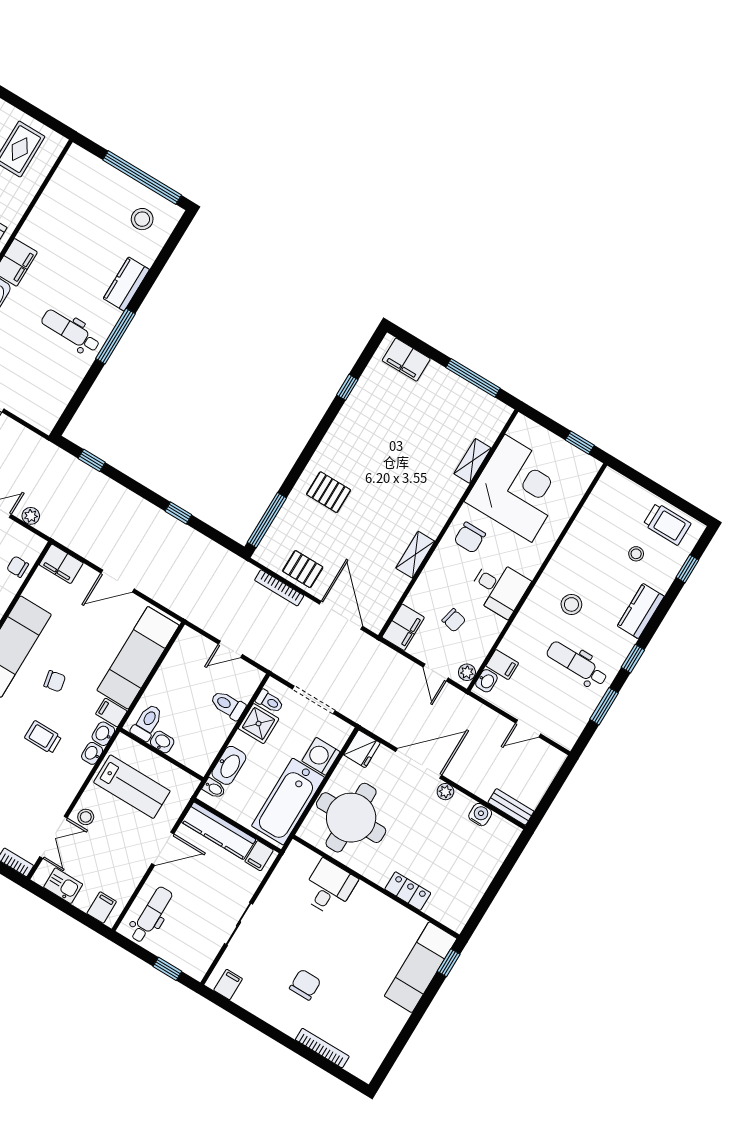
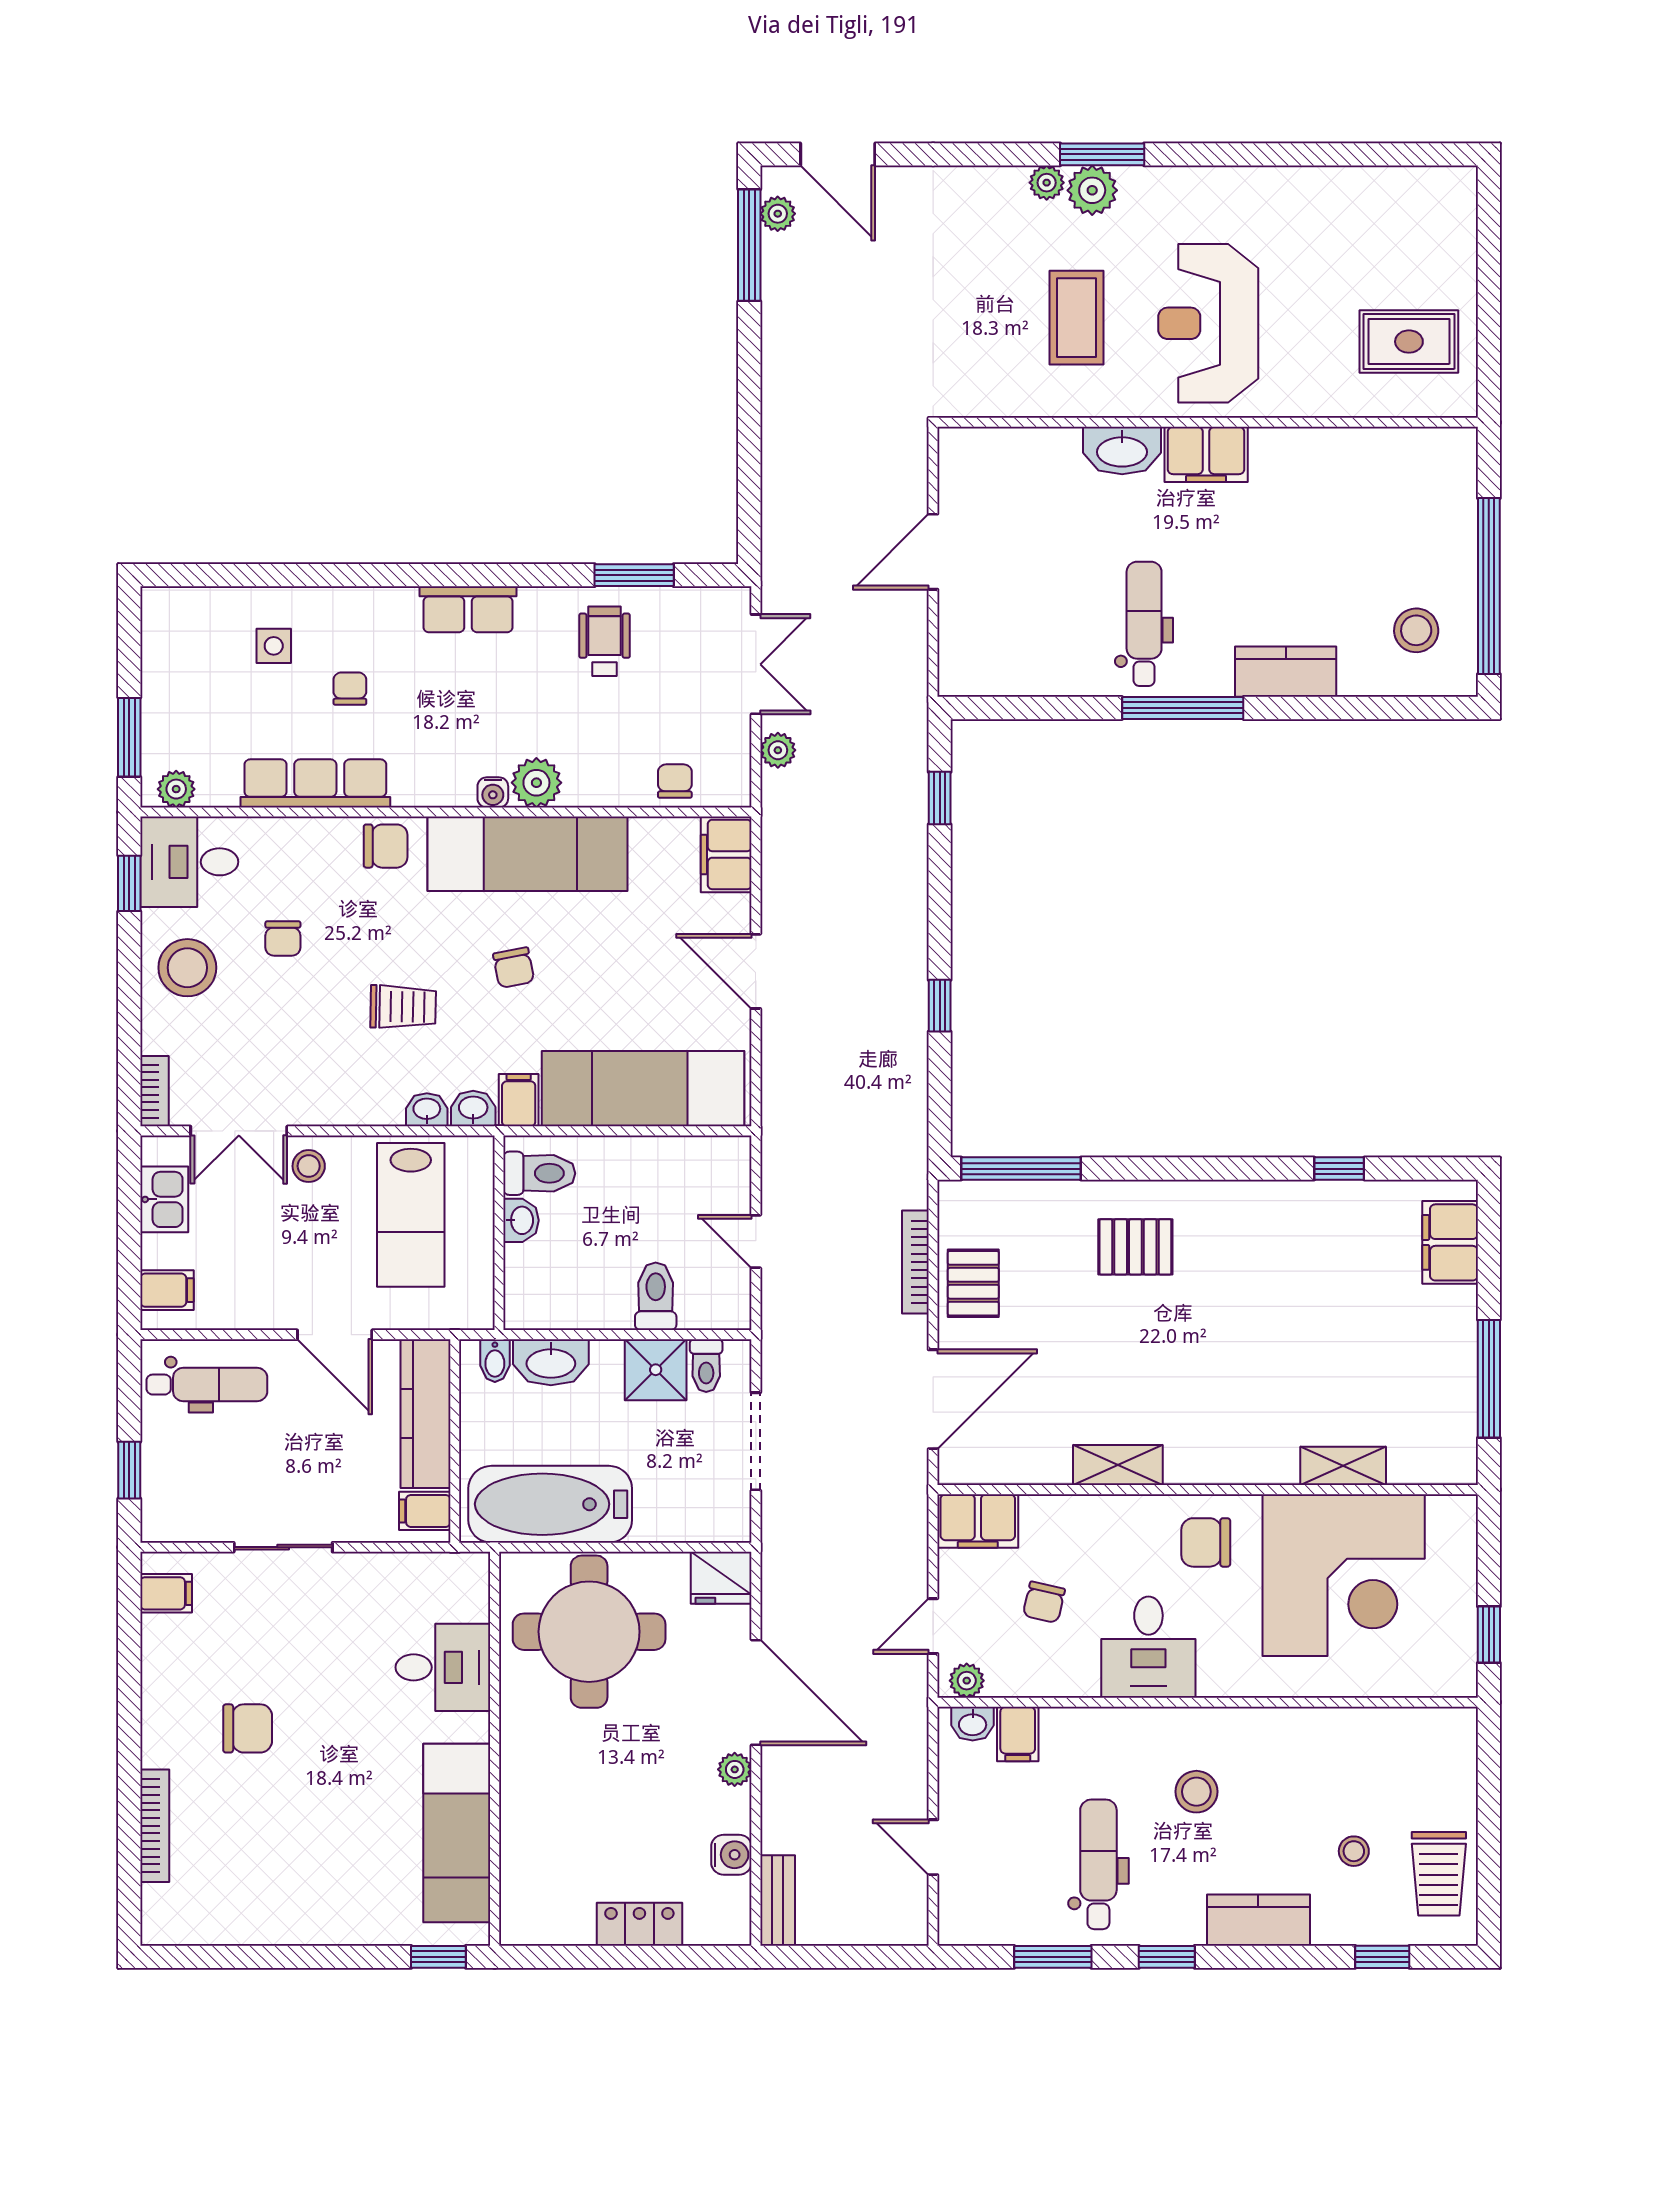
pallet: (329, 492) -> (1135, 1247), turned 90
trolley: (43, 737) -> (403, 1007), turned 91
washing machine: (321, 756) -> (664, 1514), removed
locker: (408, 891) -> (639, 1924), moved, turned -90
exam couch: (421, 967) -> (457, 1833), moved, turned -90

